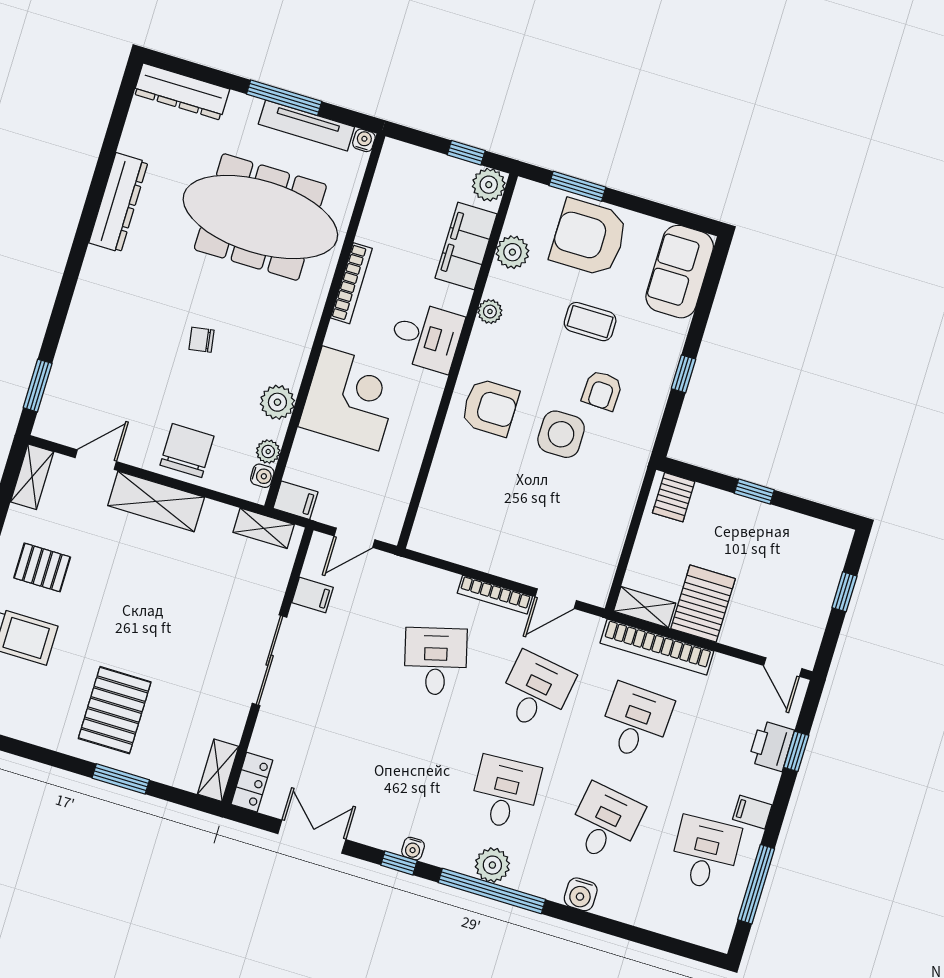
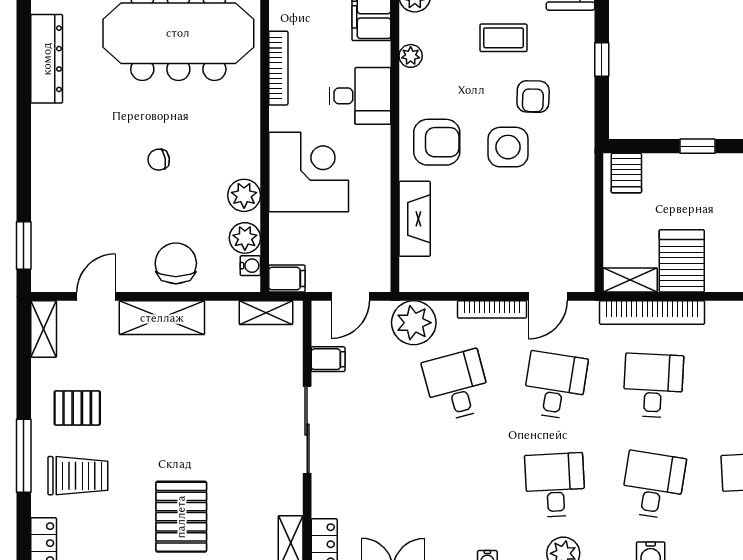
plant: (268, 452) -> (245, 238), width x1.38, depth x1.38
fireplace: (444, 479) -> (415, 219), added
plant: (411, 584) -> (414, 323), added

